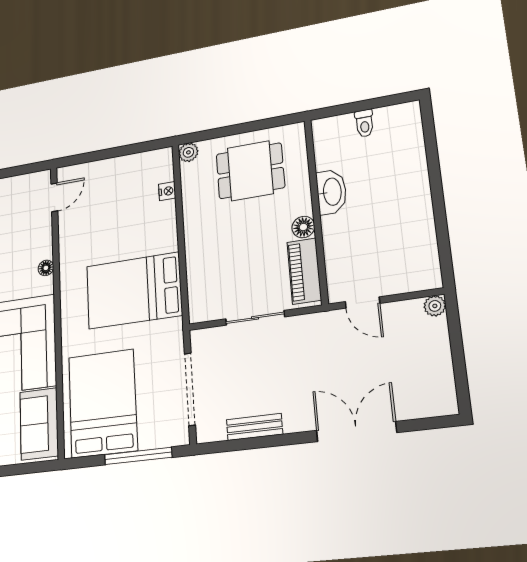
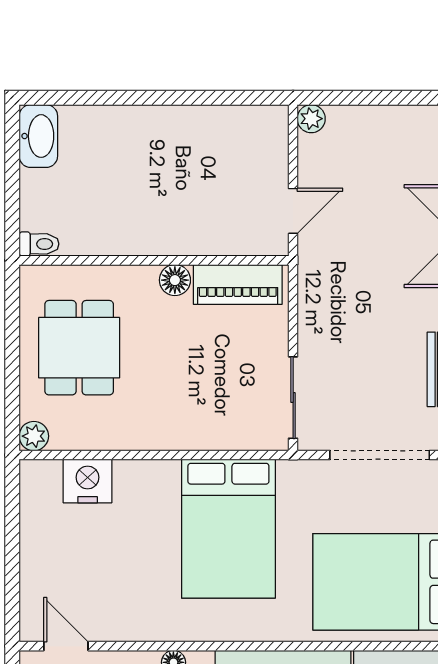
toilet: (364, 123) -> (39, 244), moved
nightstand: (167, 191) -> (88, 481), width x1.89, depth x1.79
washbasin: (331, 192) -> (38, 136), moved, turned 90
sliding door: (255, 318) -> (293, 398), moved

